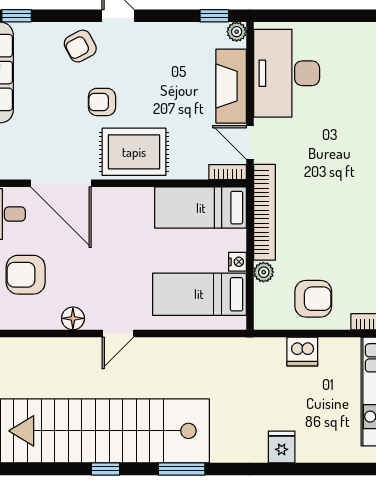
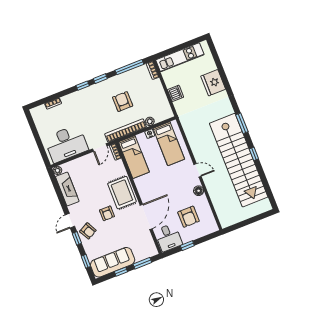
window: (214, 16) -> (77, 238), moved
fireplace: (231, 86) -> (67, 189), moved, turned -90
armchair: (313, 299) -> (123, 102), moved
fridge: (282, 447) -> (213, 83), width x1.88, depth x1.34

